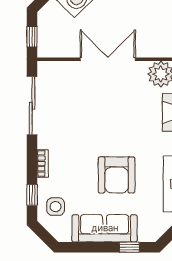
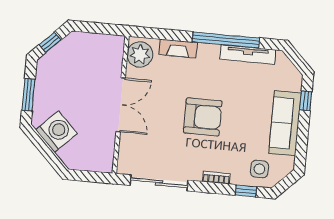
window: (32, 37) -> (92, 177), removed
double door: (108, 59) -> (121, 105), swing flipped
armchair: (117, 175) -> (203, 117), moved

